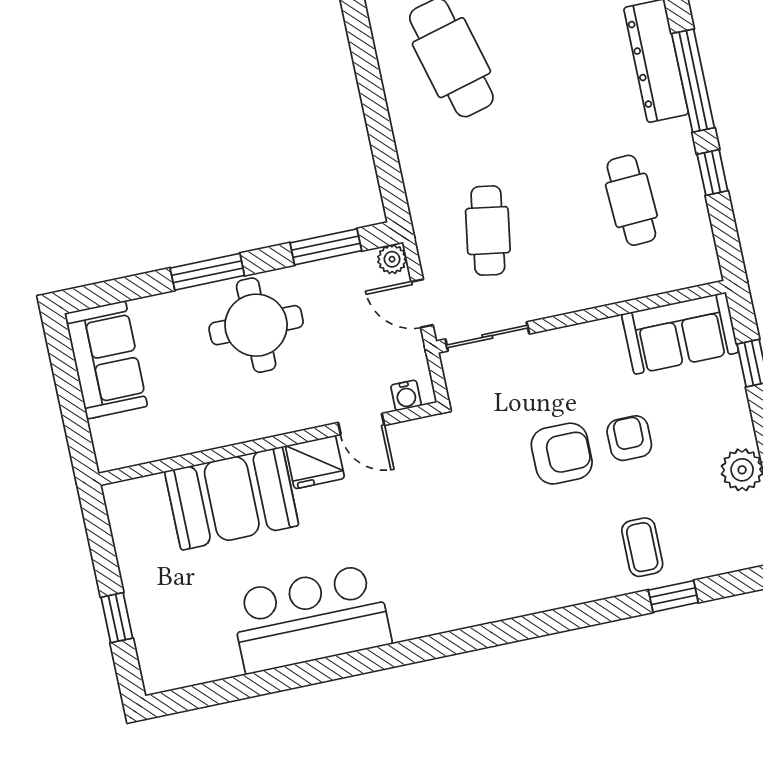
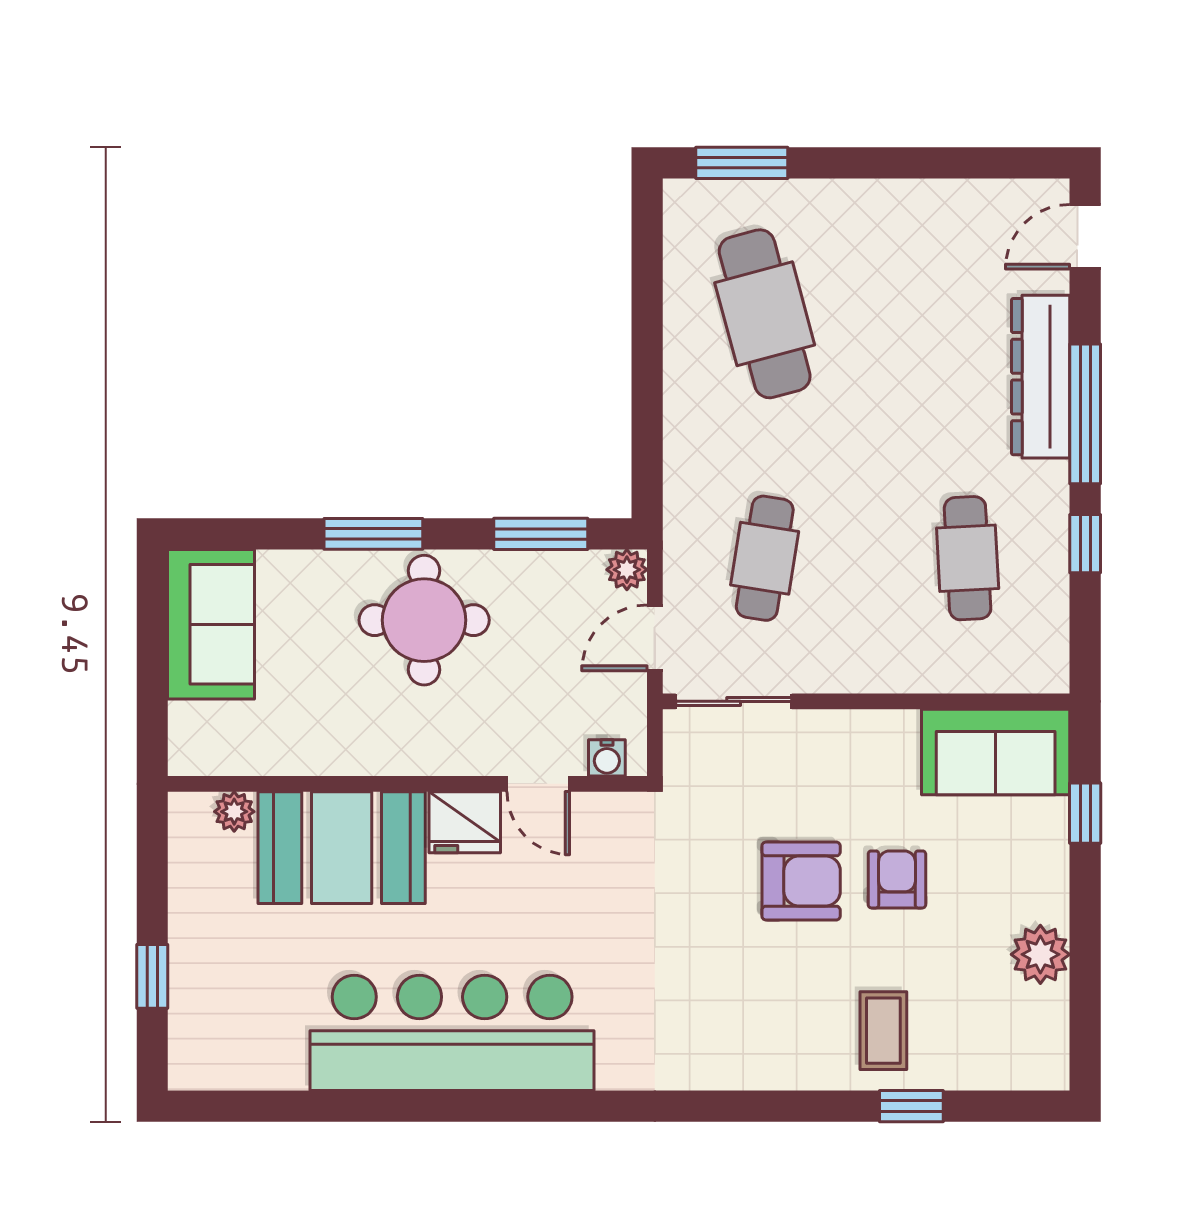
door: (422, 303) -> (655, 638), hinge flipped
plant: (150, 489) -> (234, 812), added
bar counter: (311, 619) -> (452, 1033), width x1.36

